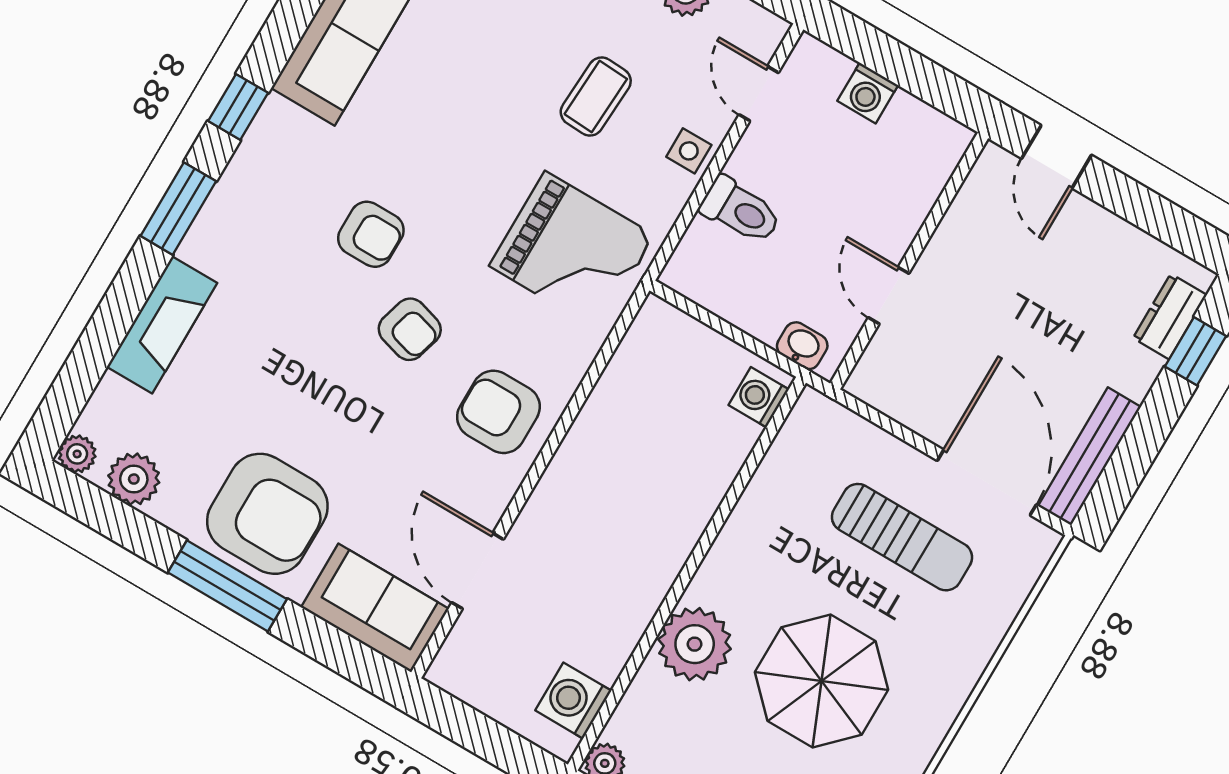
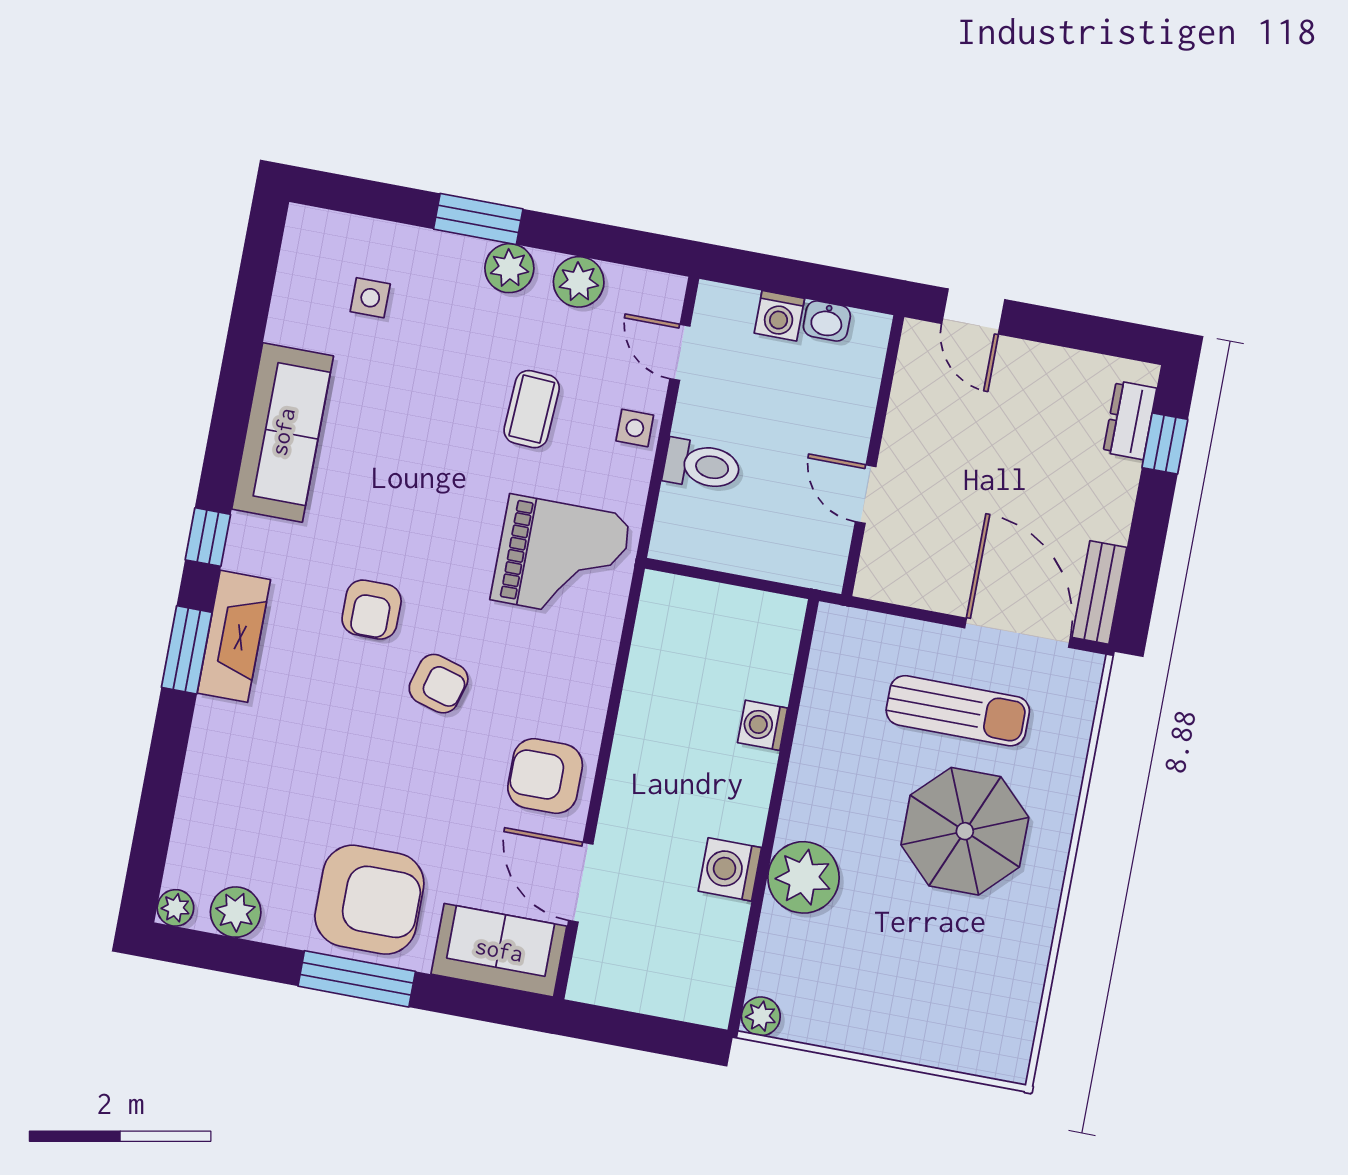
armchair: (371, 234) -> (372, 610), turned 90
fireplace: (162, 325) -> (234, 636), moved
washbasin: (802, 346) -> (827, 321), moved, turned 180
washing machine: (759, 397) -> (763, 725), moved
armchair: (498, 412) -> (545, 776), moved
bench: (1090, 456) -> (1099, 592), width x0.73
parasol: (822, 681) -> (965, 831), moved
washing machine: (573, 701) -> (730, 869), moved

